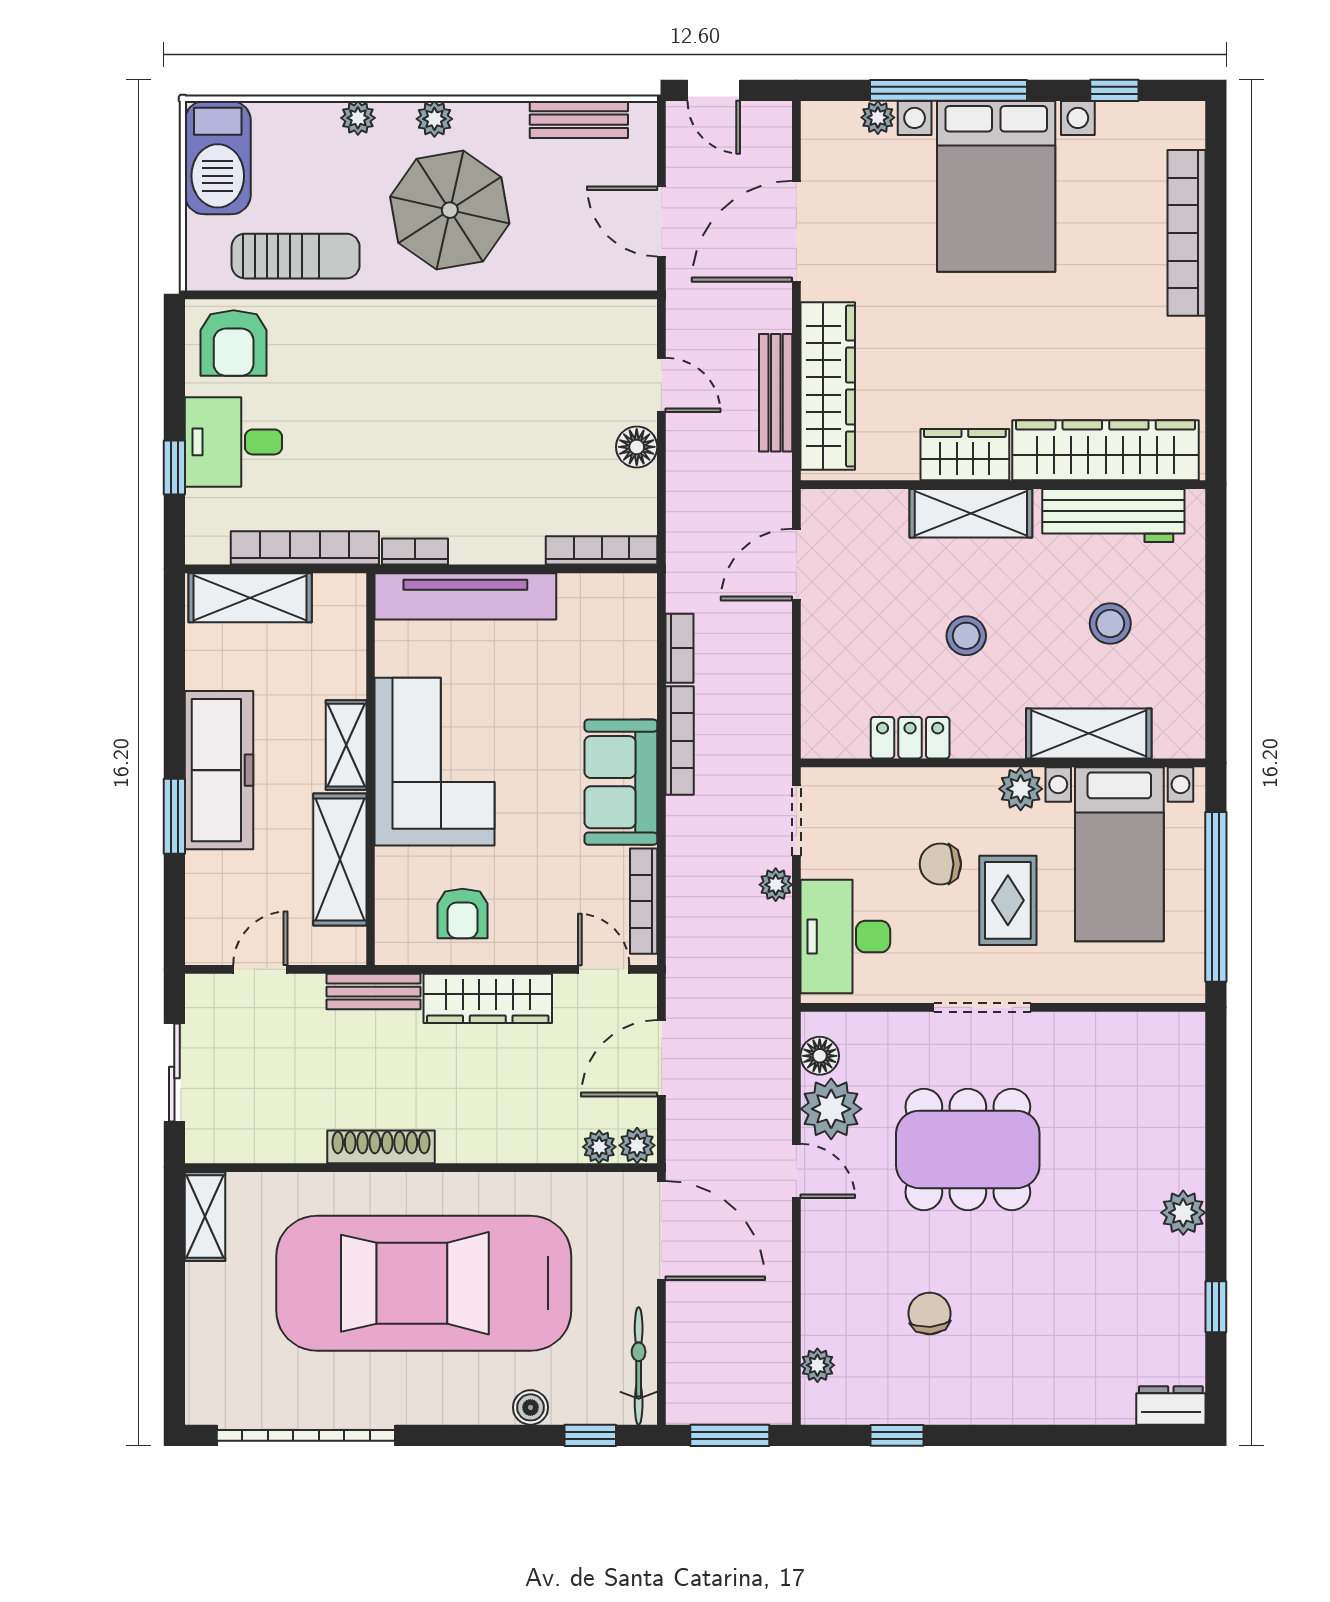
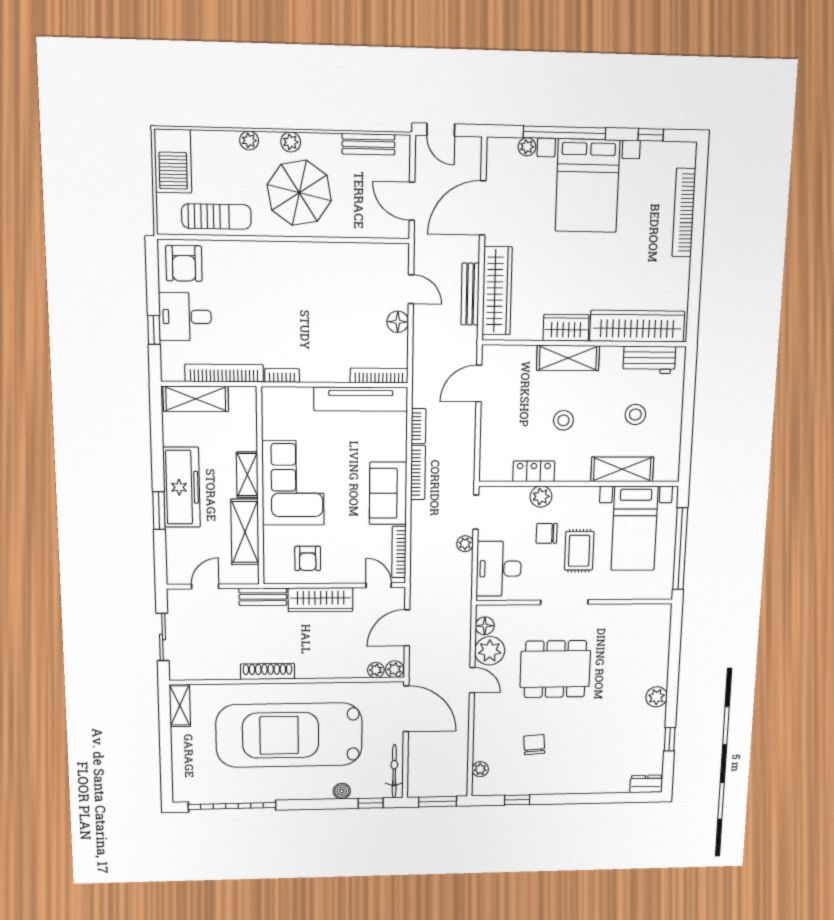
workbench: (1113, 515) -> (649, 360), width x0.73
tv unit: (465, 596) -> (361, 399), moved
plant: (1021, 789) -> (541, 496), moved

